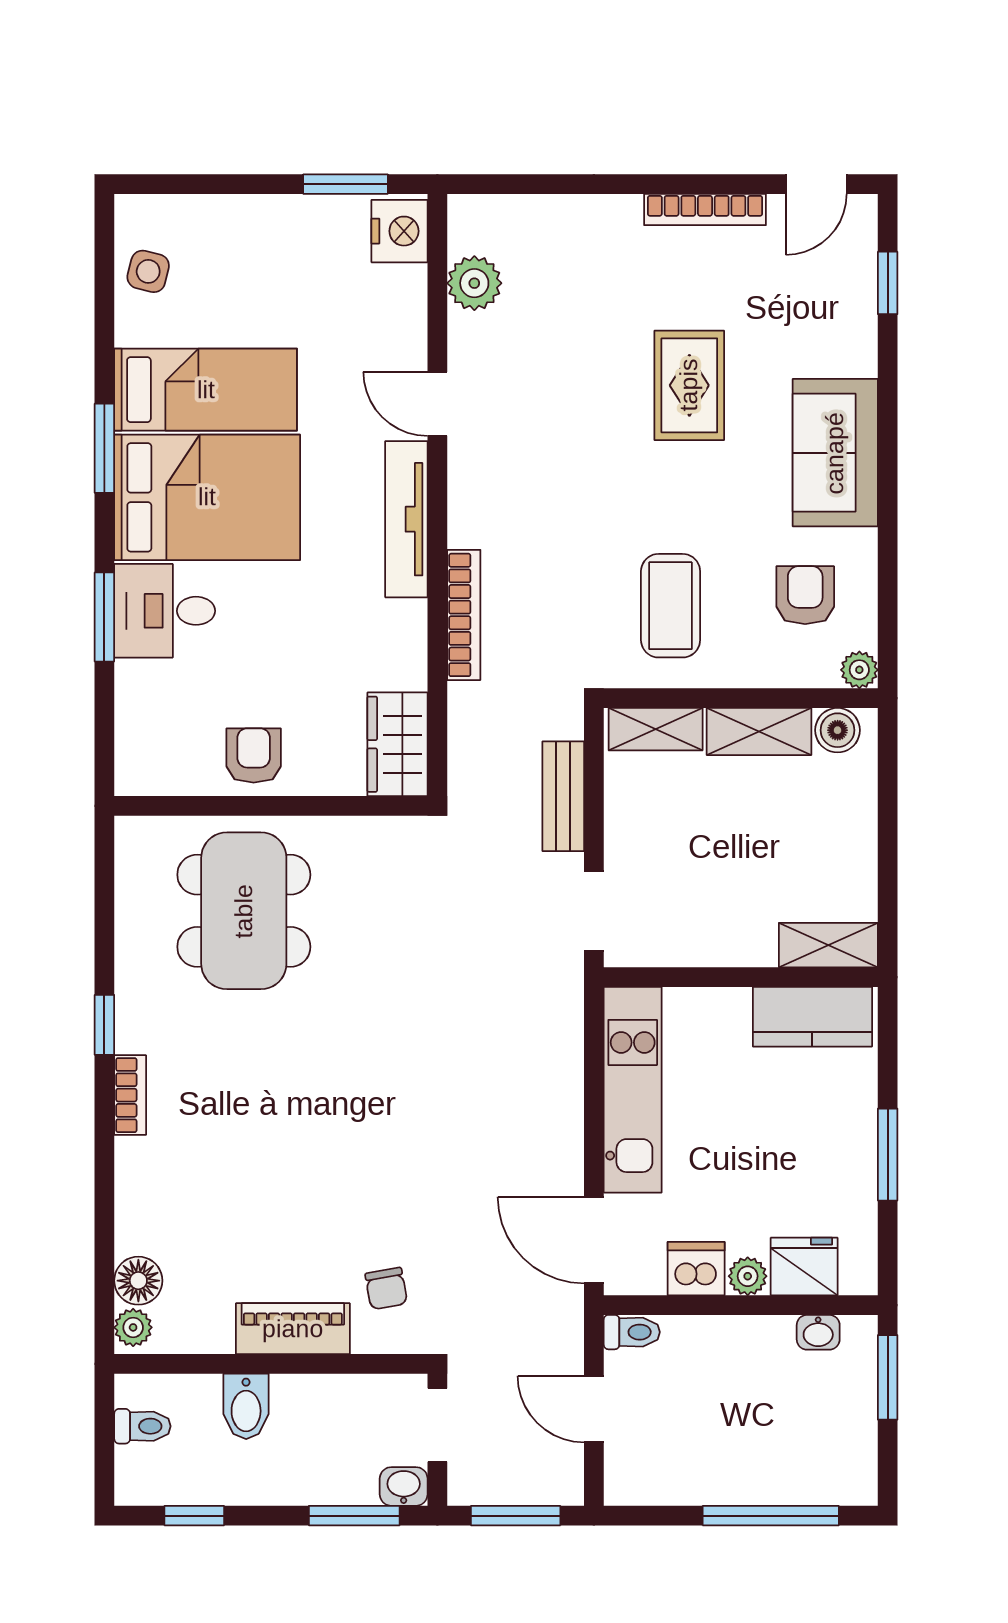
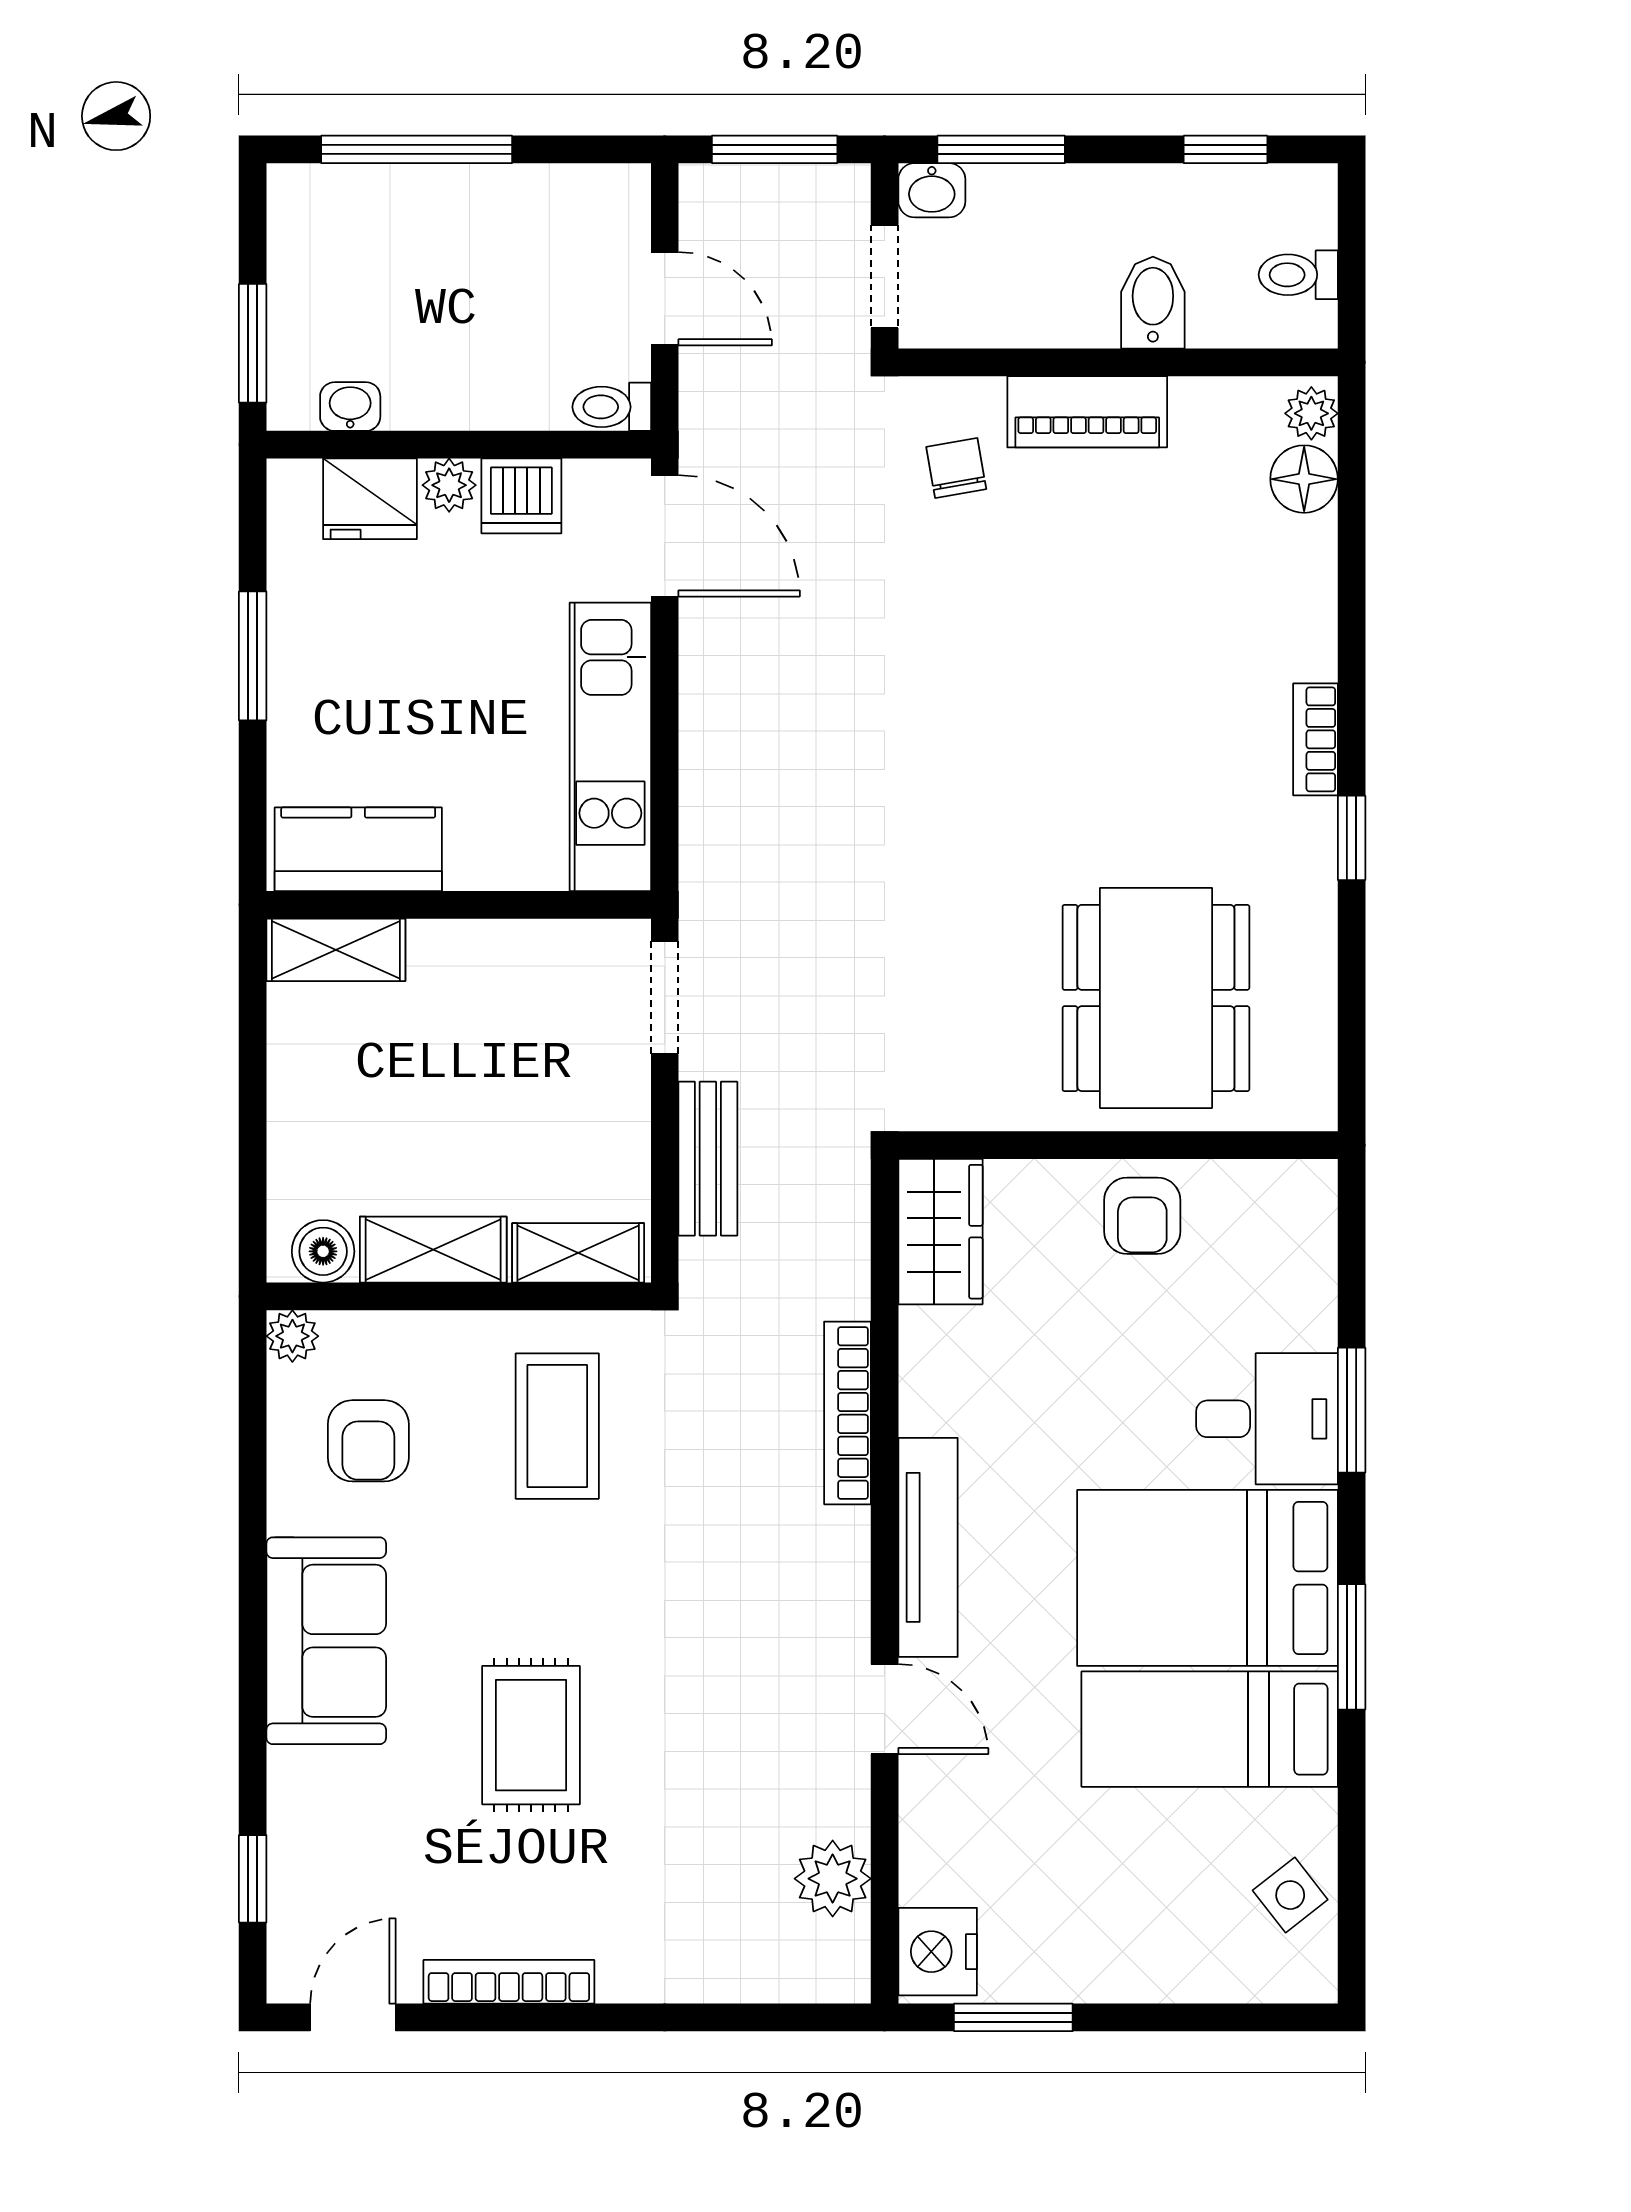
side table: (148, 271) -> (1290, 1895), turned 38

